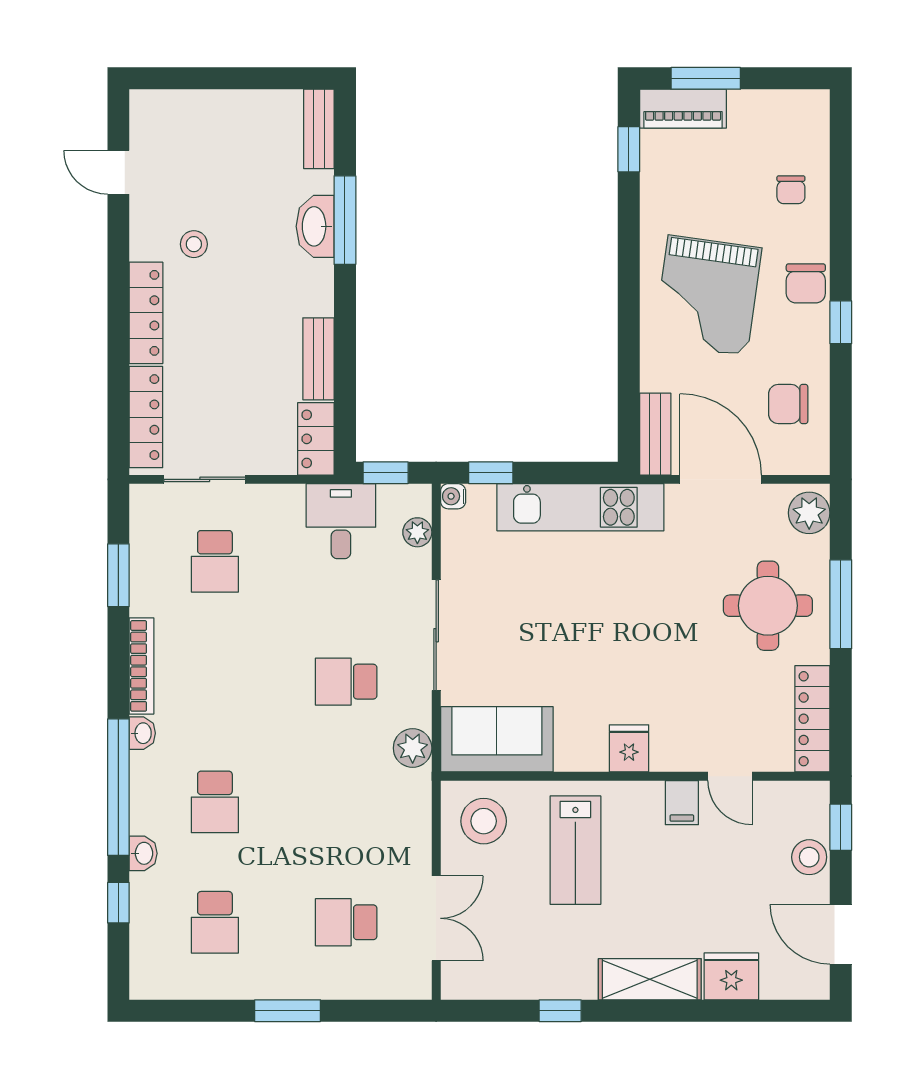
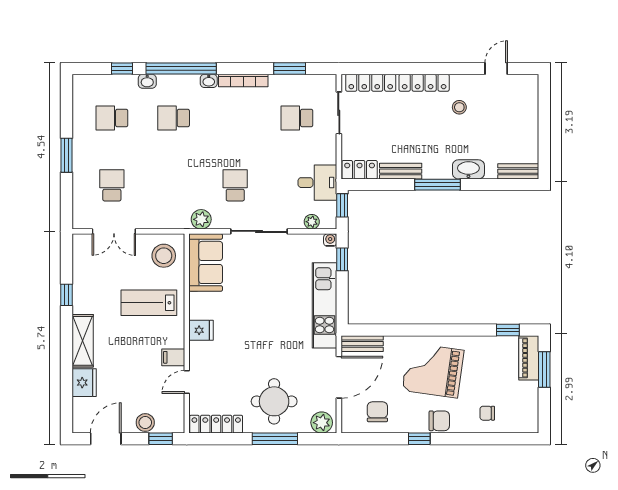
window: (345, 220) -> (437, 185), moved
chair: (806, 283) -> (439, 421), turned 180

